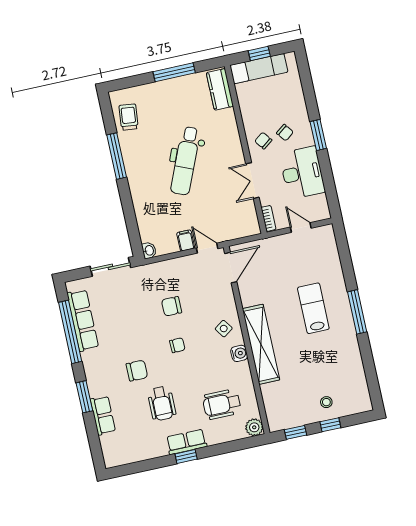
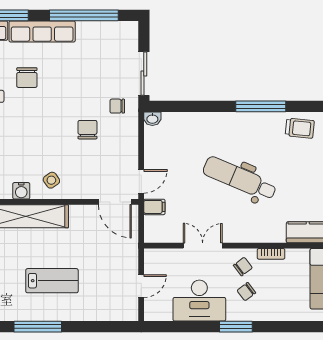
bookcase: (268, 218) -> (271, 254), moved
filing cabinet: (186, 240) -> (154, 207), moved
row of seats: (83, 320) -> (42, 31), moved
chair: (177, 345) -> (117, 106), moved, turned 92

